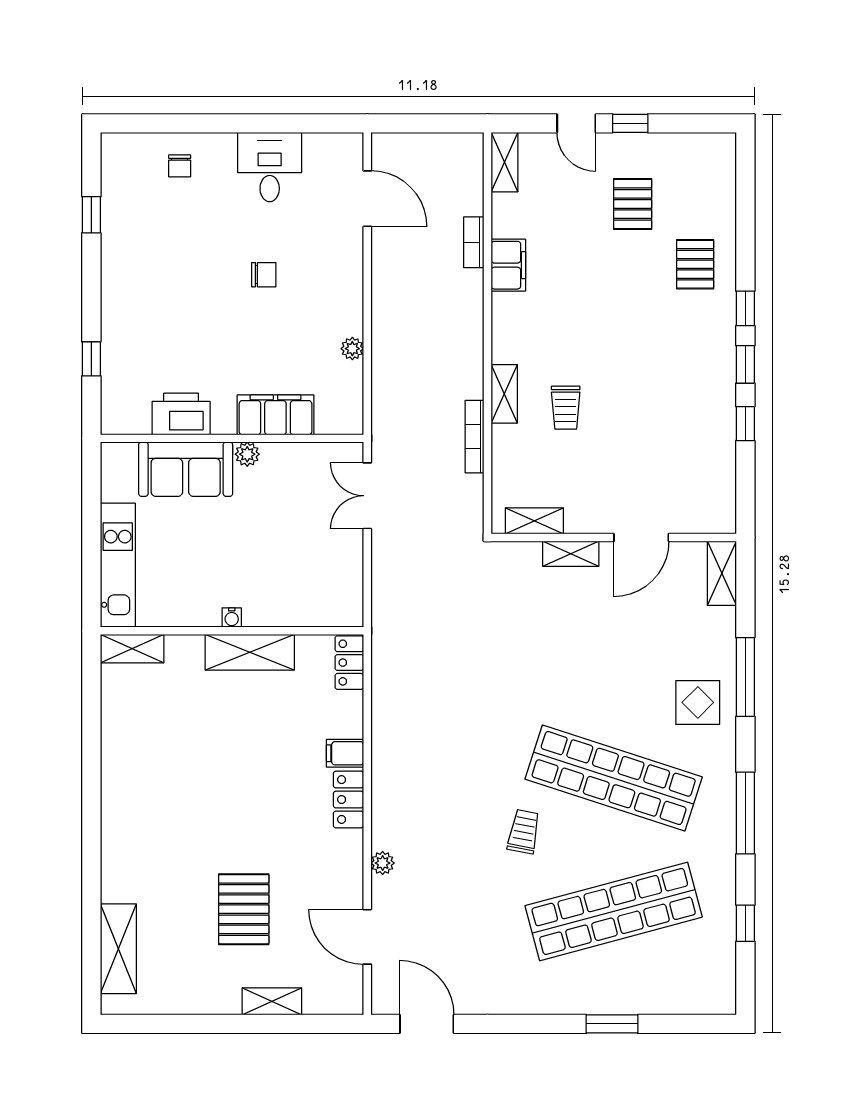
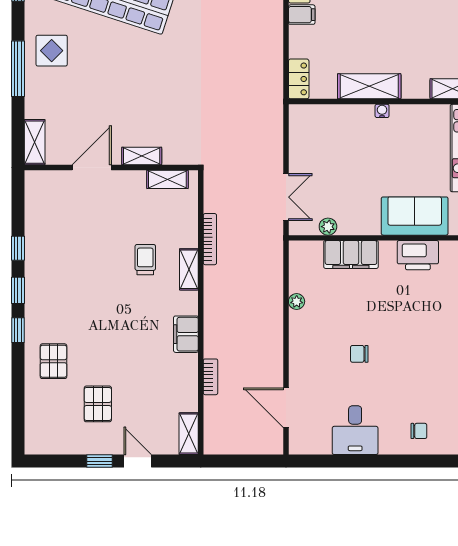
chair: (180, 166) -> (419, 431), turned 90
filing cabinet: (508, 265) -> (186, 334), moved
plant: (247, 454) -> (328, 227), moved

